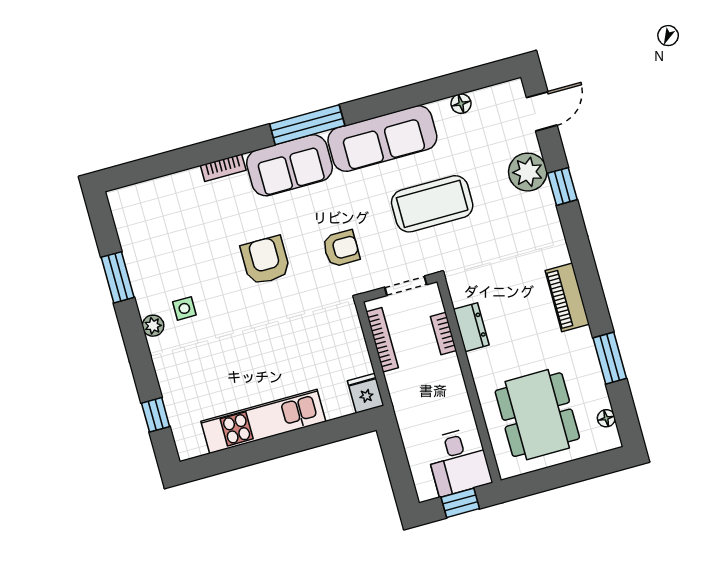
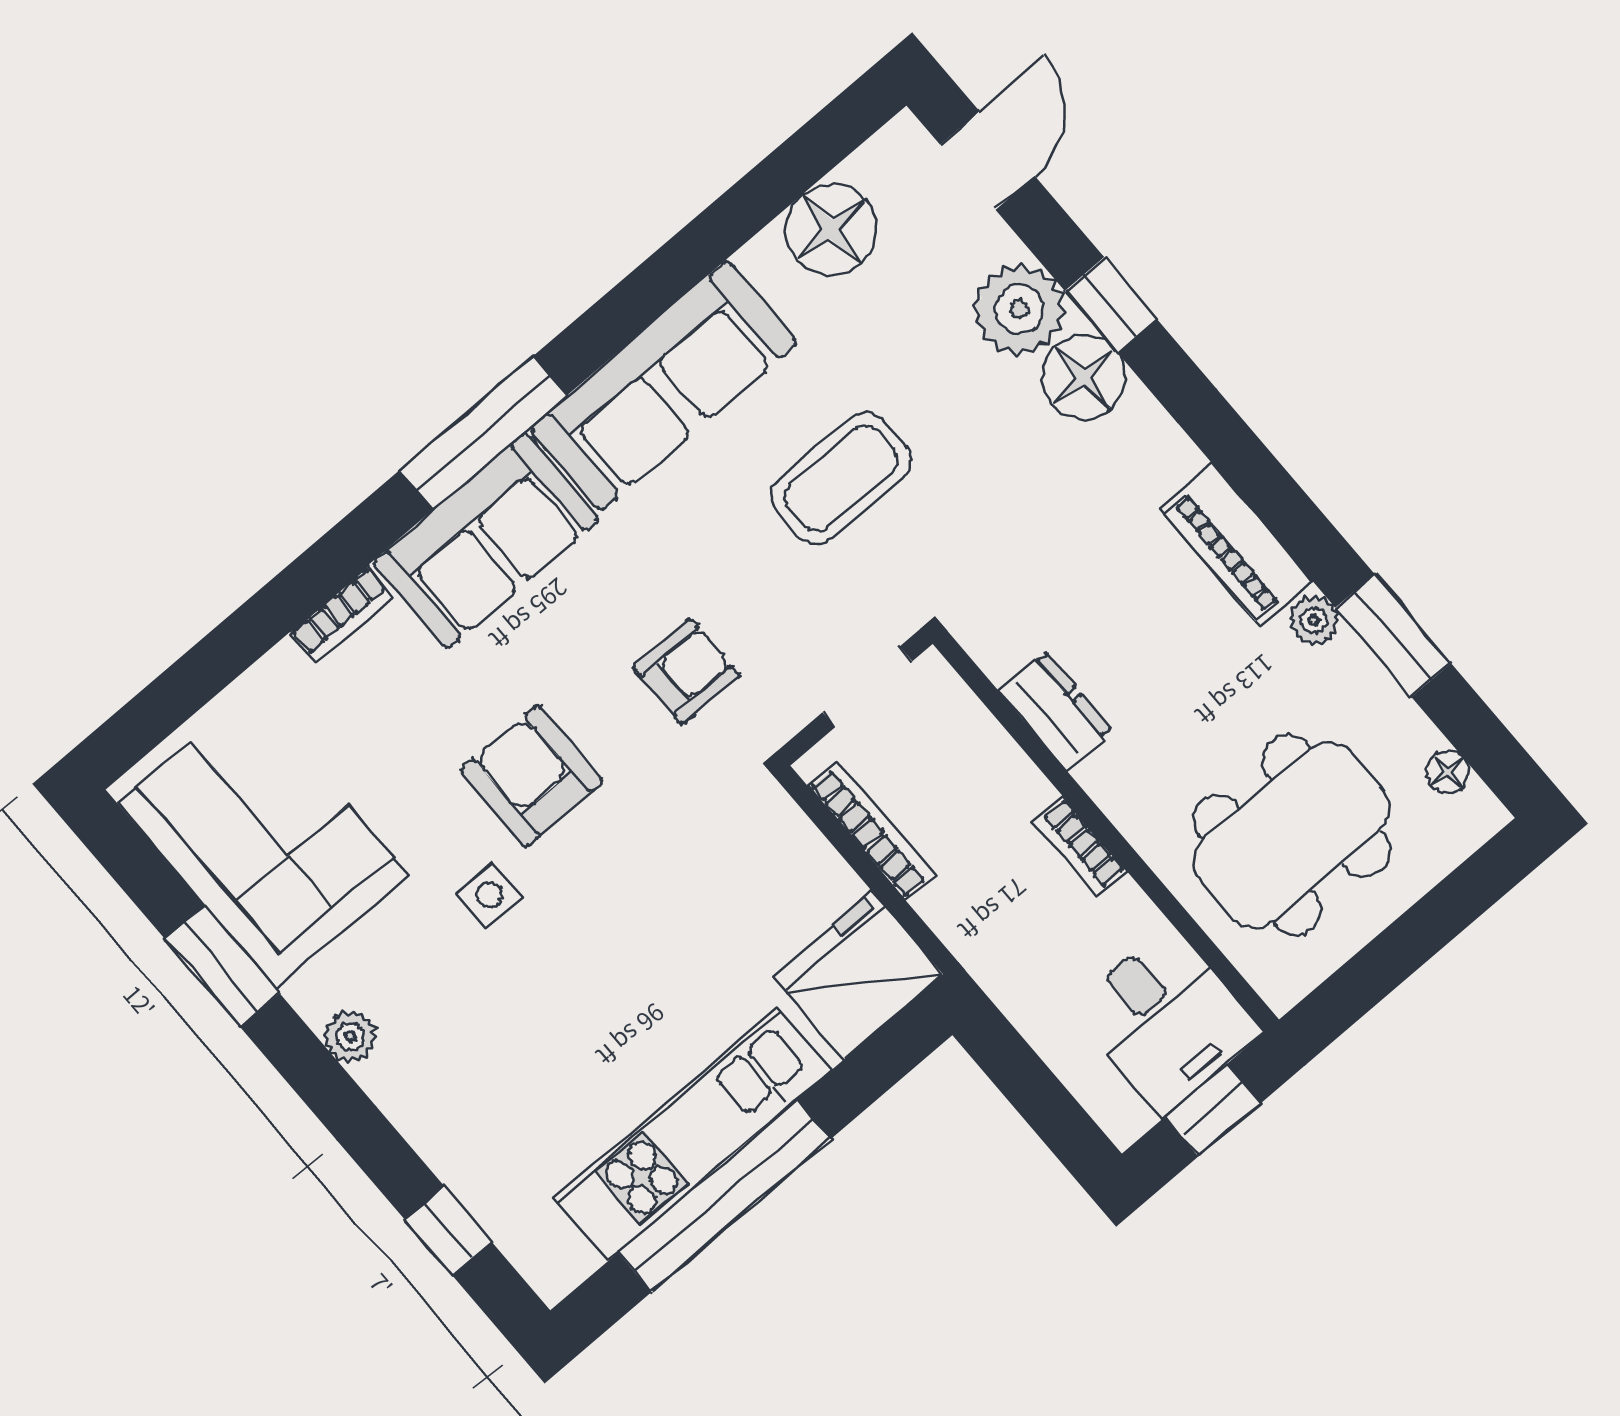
floor lamp: (461, 104) -> (831, 229), width x1.89, depth x1.89
coffee table: (432, 204) -> (841, 478), width x0.73, depth x0.76
floor lamp: (540, 208) -> (1084, 377), added
corner sofa: (155, 237) -> (263, 840), added
side table: (184, 308) -> (489, 895), moved
bookcase: (444, 333) -> (1080, 846), moved
plant: (583, 339) -> (1314, 620), added
fridge: (366, 393) -> (858, 975), width x1.88, depth x1.34
dining table: (537, 415) -> (1292, 835), turned 90
window: (264, 450) -> (724, 1196), added

